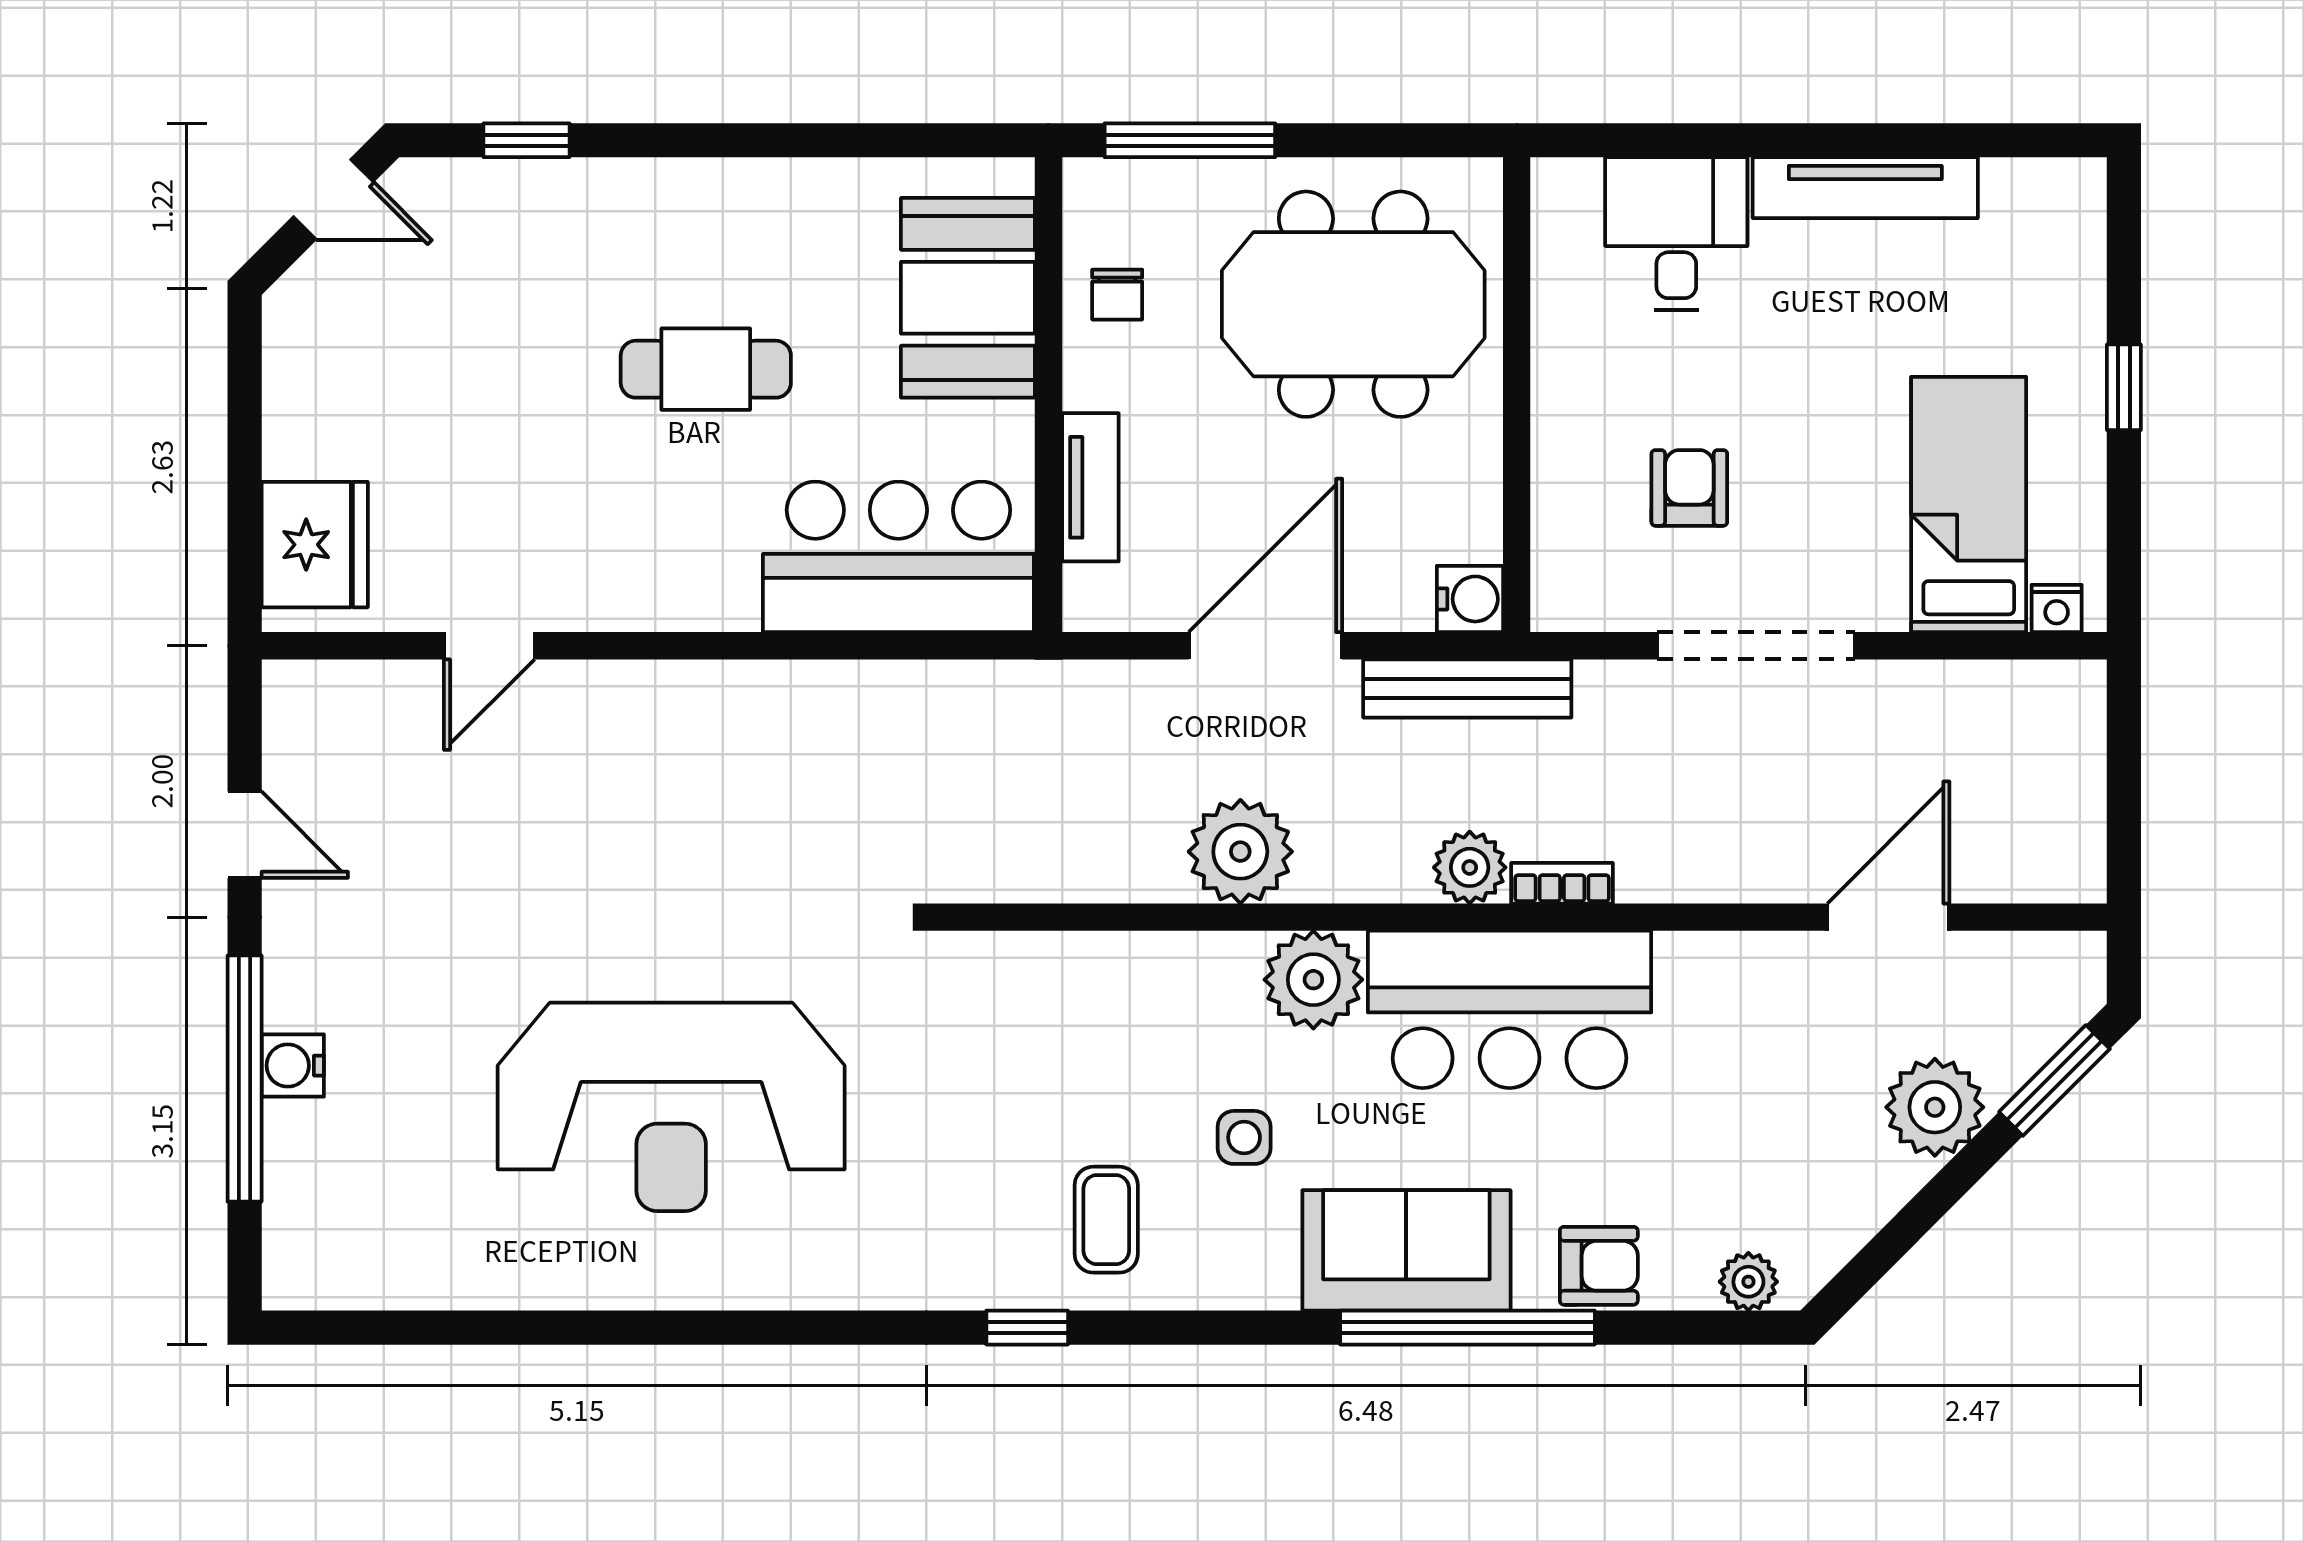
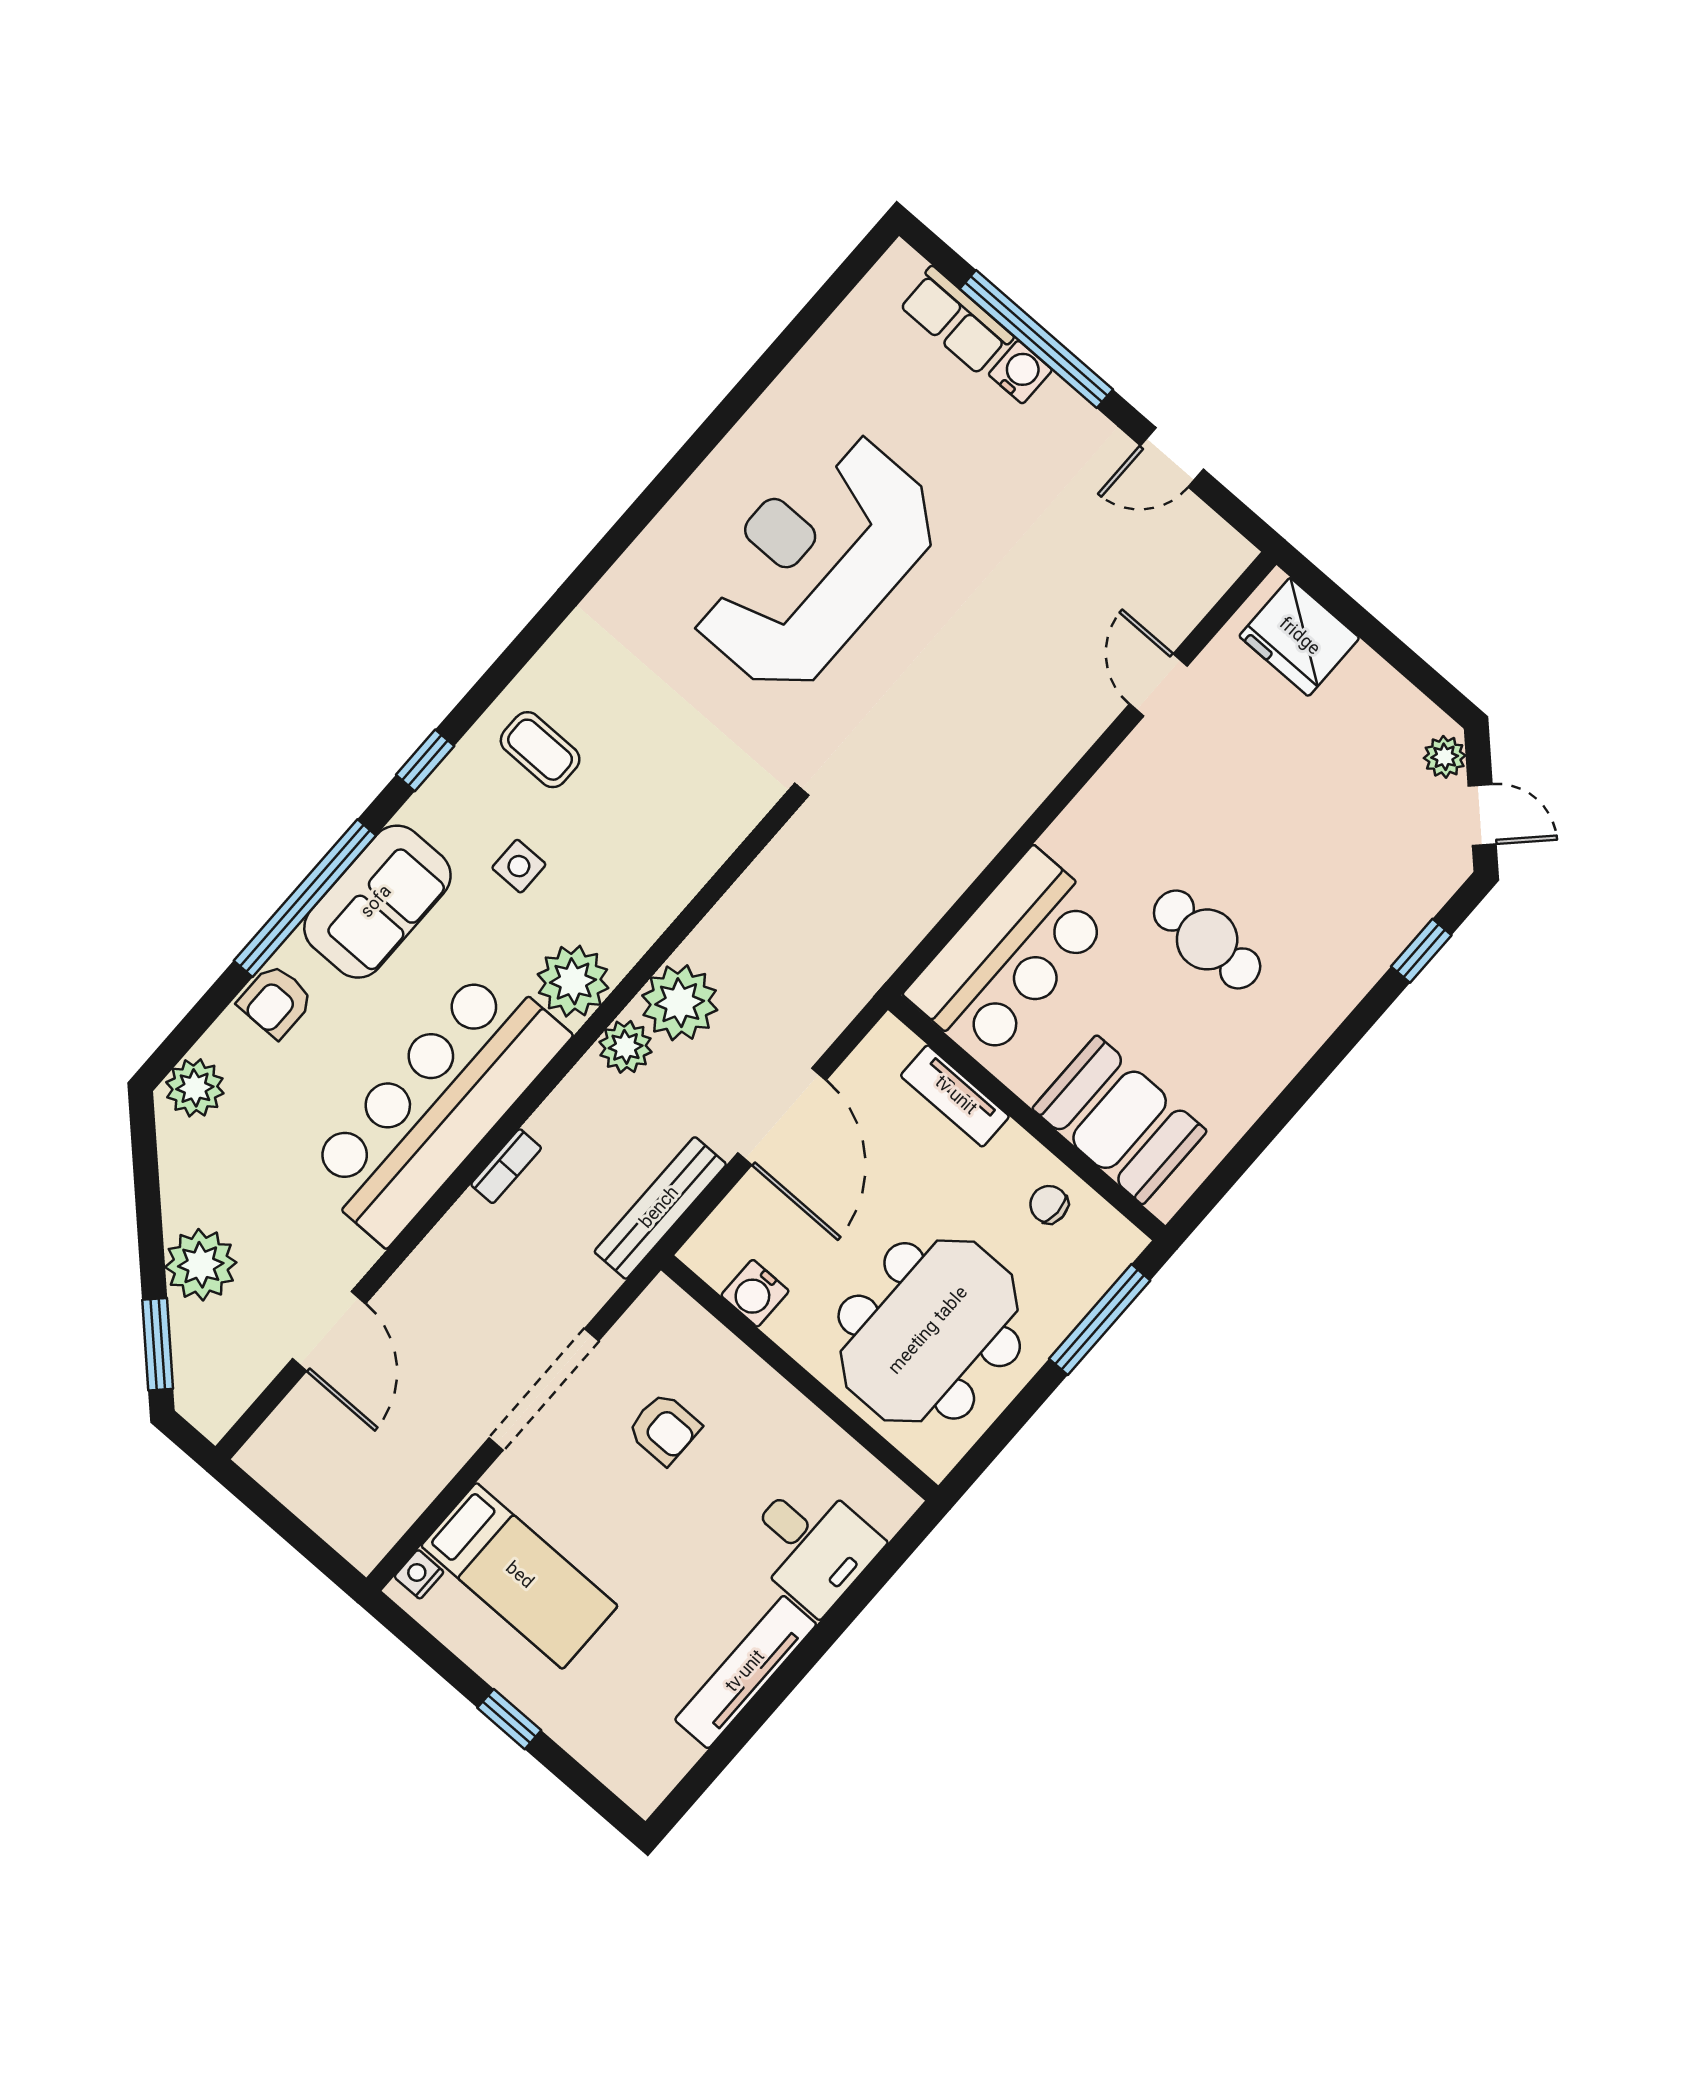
door: (333, 199) -> (1482, 815), swing flipped
plant: (307, 289) -> (1445, 757), added
cafe table: (706, 369) -> (1207, 939), turned 90
water cooler: (1470, 599) -> (755, 1293), moved
plant: (1470, 867) -> (626, 1047), moved
bar counter: (1509, 1009) -> (436, 1104), width x1.36
row of seats: (297, 1177) -> (956, 321), added
plant: (1748, 1282) -> (195, 1088), width x1.38, depth x1.38
window: (1027, 1328) -> (425, 760), moved

